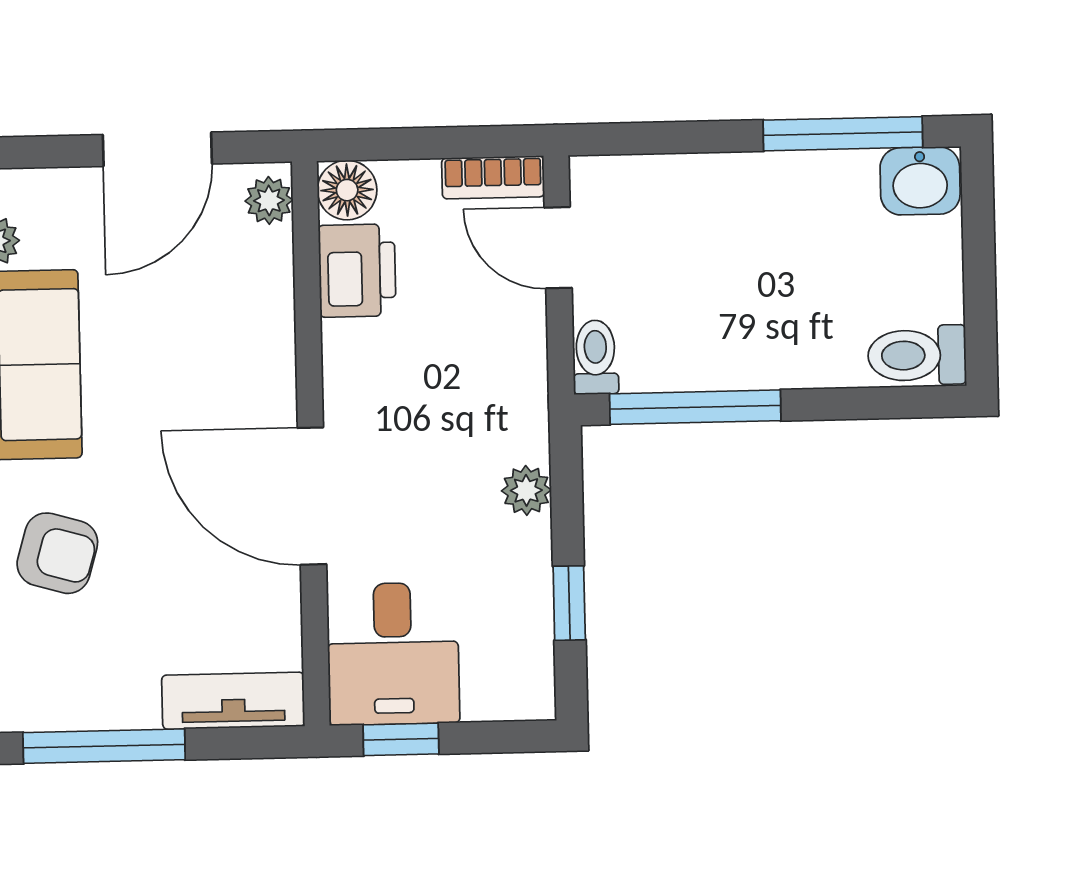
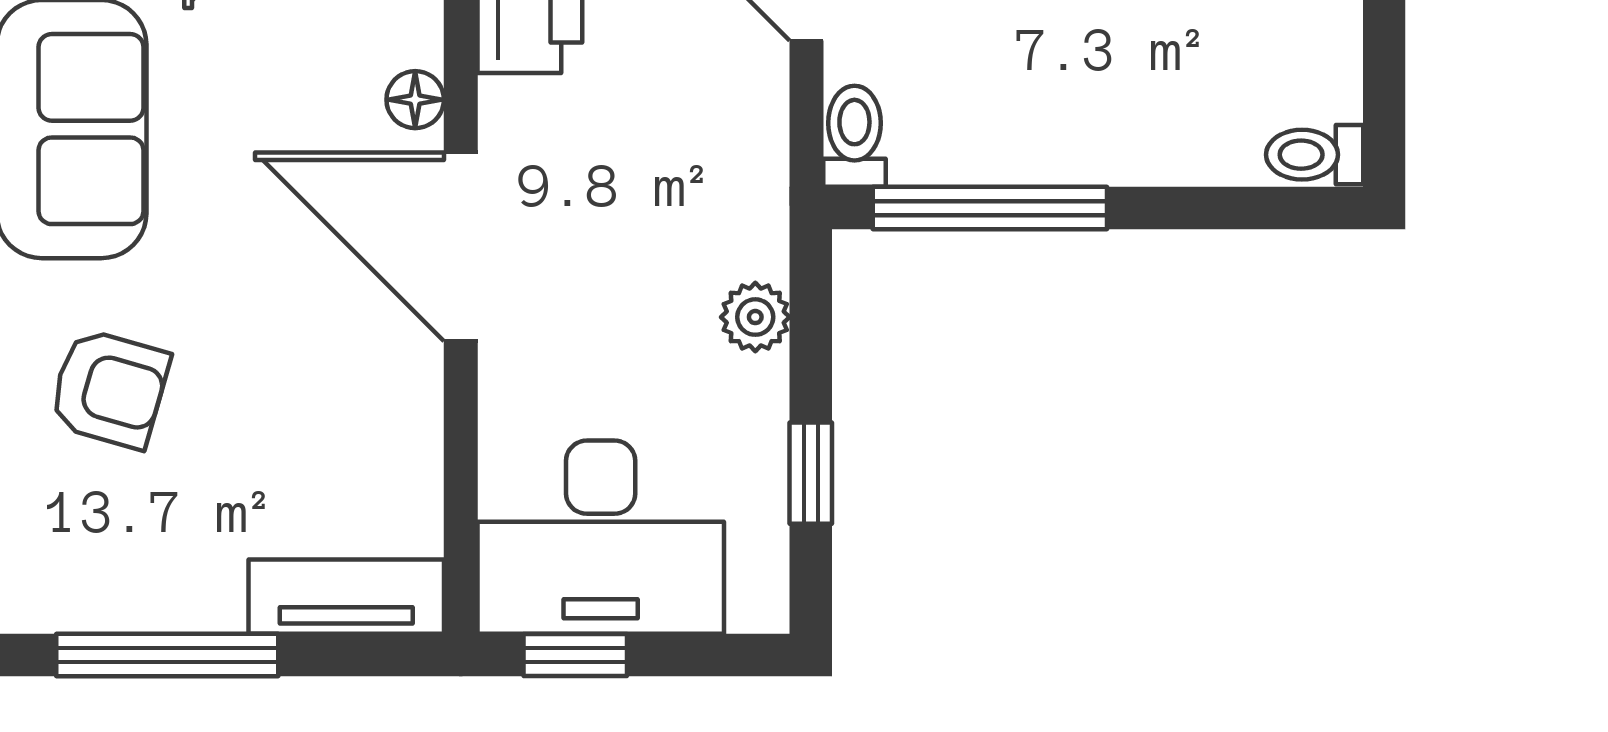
floor lamp: (275, 338) -> (415, 100), added
toilet: (917, 355) -> (1315, 155), width x0.73, depth x0.72
door: (312, 496) -> (461, 247), moved
desk: (393, 654) -> (601, 537), width x1.37

